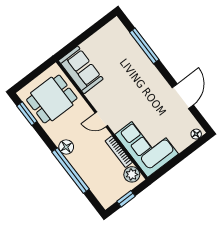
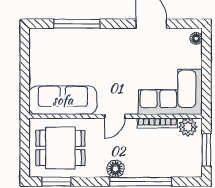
sofa: (81, 70) -> (63, 100), width x1.36
dining table: (52, 99) -> (60, 148), turned 90
window: (126, 199) -> (206, 150), width x1.50

